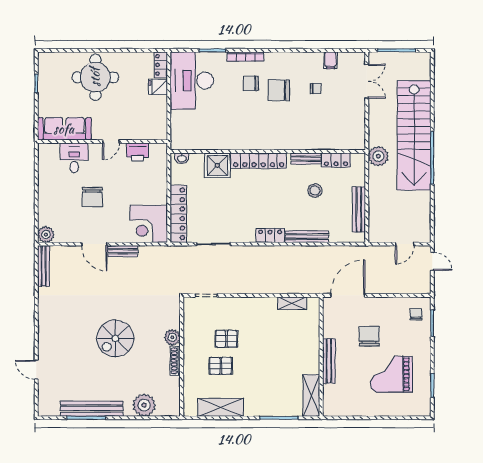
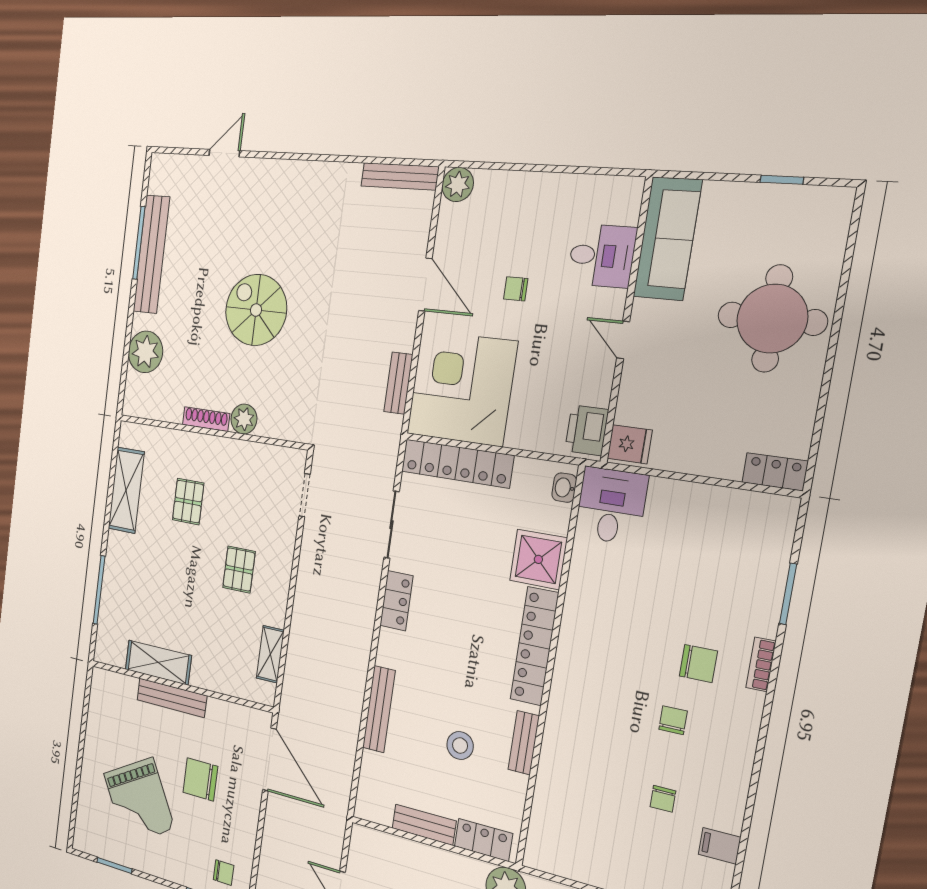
bookcase: (245, 56) -> (761, 664), width x0.64
desk: (192, 81) -> (611, 506), moved, width x0.53, depth x0.77
chair: (251, 83) -> (698, 664), turned 90
fridge: (158, 87) -> (630, 444), moved, turned 90
chair: (279, 90) -> (673, 720), width x0.54, depth x0.54
printer: (138, 152) -> (587, 430), moved
locker: (336, 160) -> (483, 840), moved, turned 90
chair: (93, 197) -> (516, 289), width x0.54, depth x0.54
bench: (359, 209) -> (424, 825), width x0.73
corner desk: (149, 224) -> (462, 388), width x1.36, depth x1.36
locker: (270, 235) -> (396, 601), moved
door: (94, 244) -> (425, 285), swing flipped
bench: (123, 251) -> (398, 383), moved
chair: (369, 336) -> (200, 779), turned 180
pallet: (226, 339) -> (239, 570), moved
grand piano: (391, 374) -> (139, 801), turned 151
shelving: (311, 395) -> (158, 662), moved

